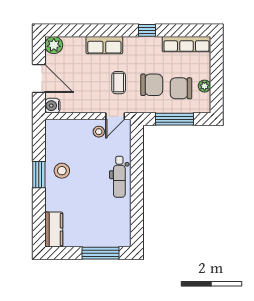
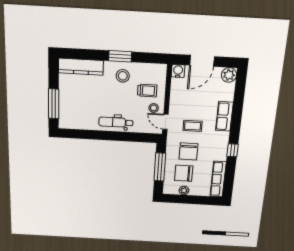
chair: (181, 88) -> (184, 173), turned -90
trolley: (78, 141) -> (147, 91), added
kitchen counter: (54, 230) -> (81, 67), width x1.50

